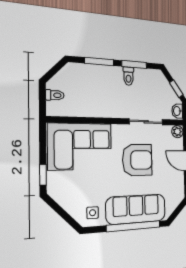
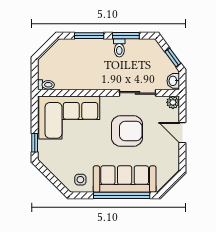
toilet: (55, 95) -> (46, 85), moved

